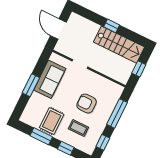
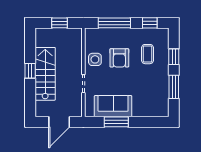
stairs: (119, 45) -> (45, 74), moved
side table: (95, 83) -> (95, 59), added
window: (31, 85) -> (116, 122), moved
rug: (52, 121) -> (154, 84), removed

